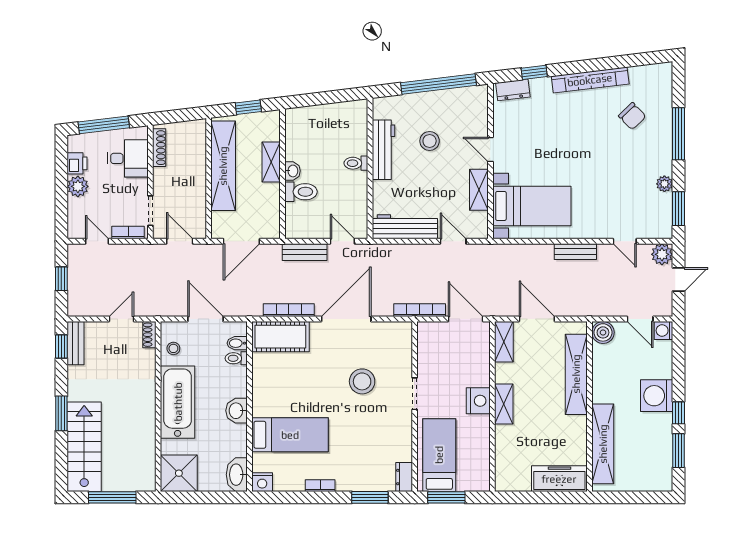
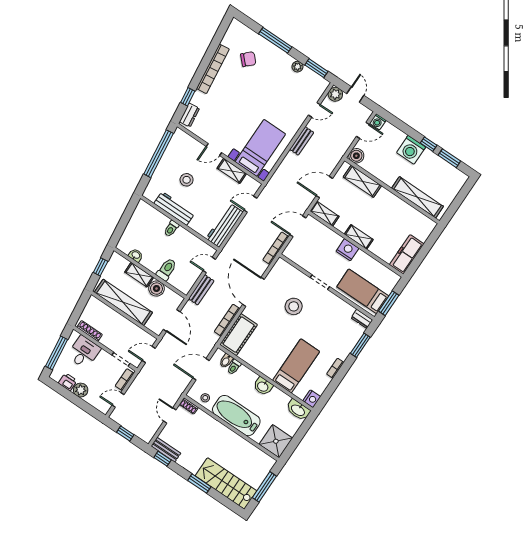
washbasin: (292, 171) -> (136, 255), moved
boiler: (269, 195) -> (156, 289), added
shelving: (576, 374) -> (362, 181), width x0.68
freezer: (559, 479) -> (407, 254), moved

